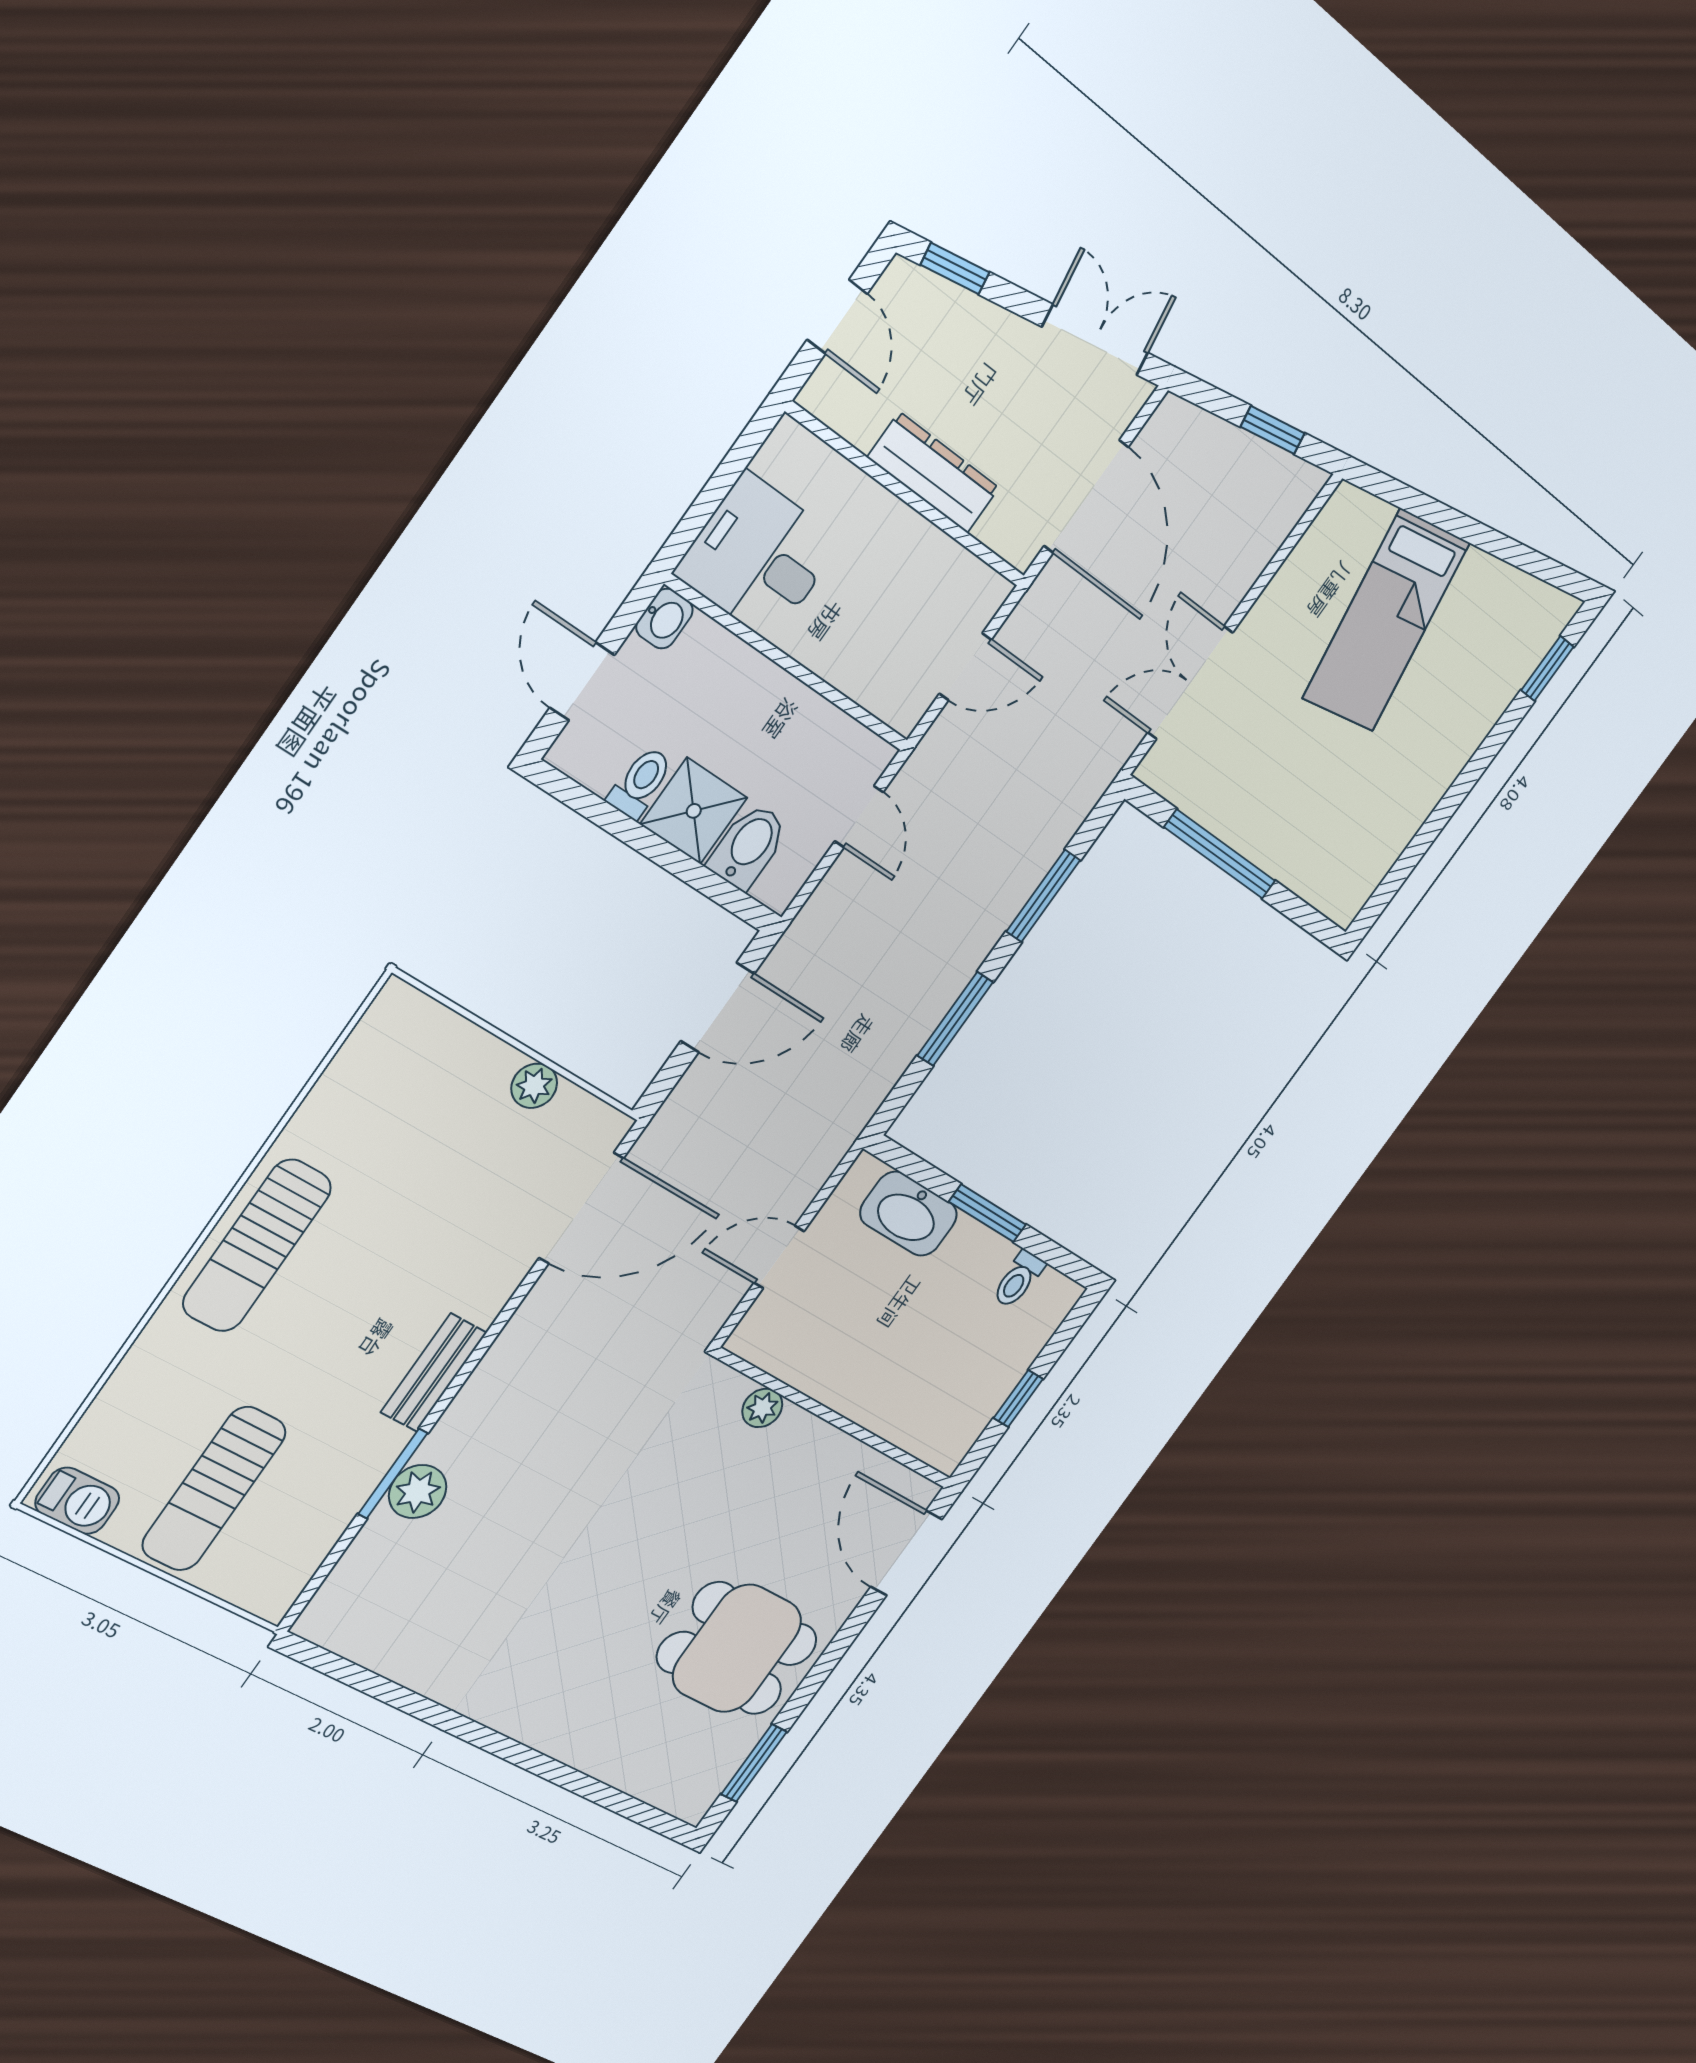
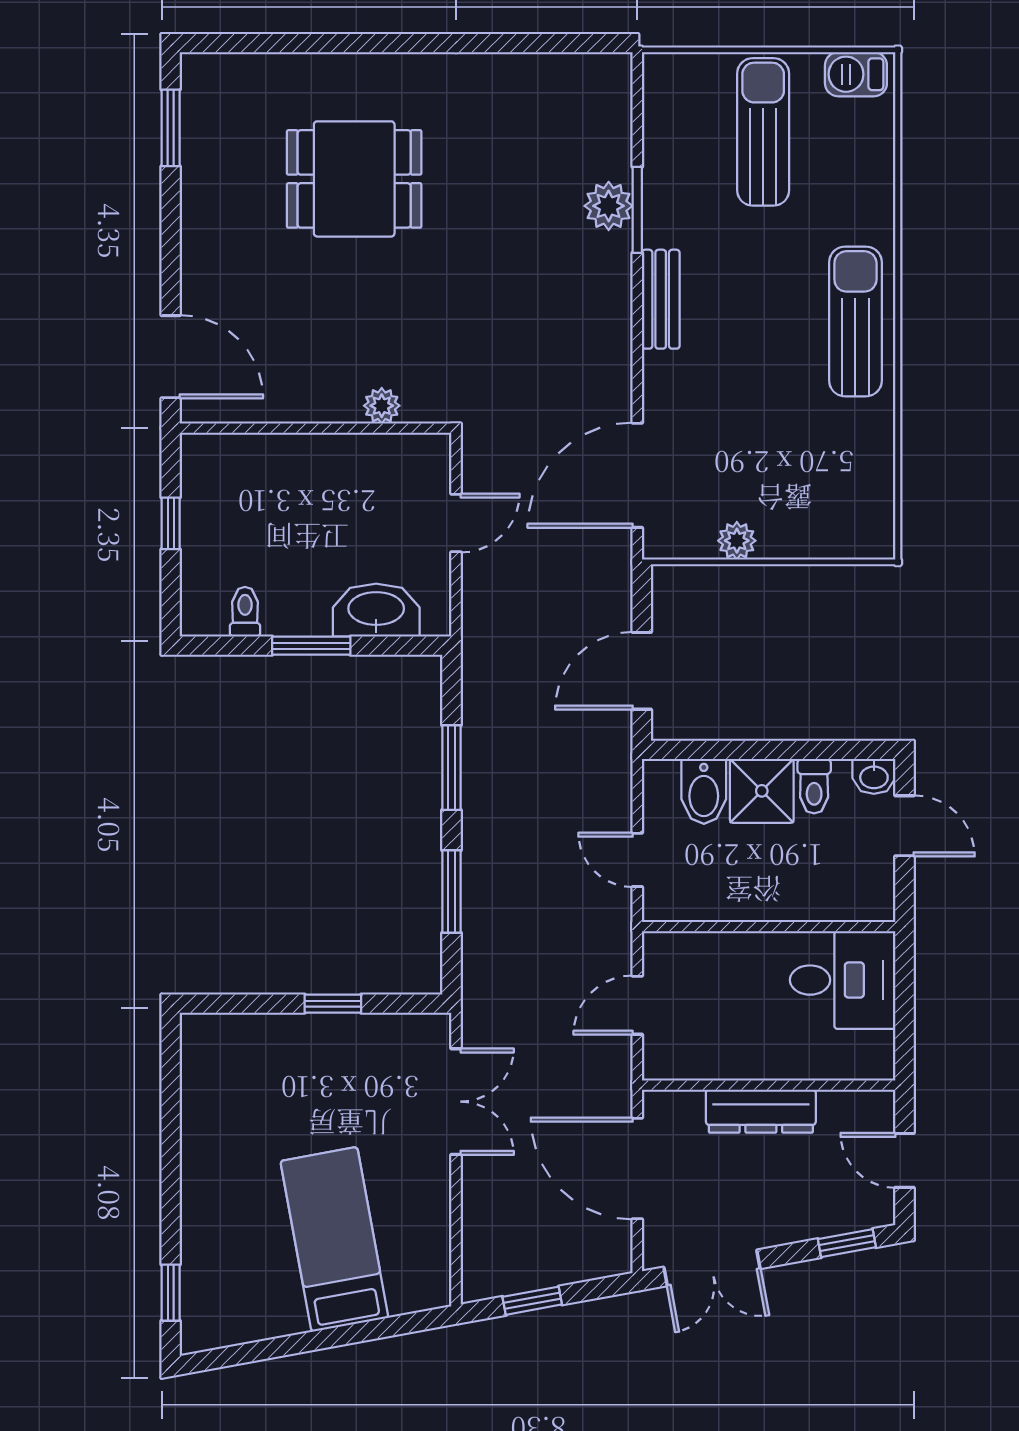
washbasin: (664, 619) -> (874, 776), moved, turned -90
window: (1220, 854) -> (333, 1004), width x0.46
dining table: (737, 1648) -> (354, 179), moved

